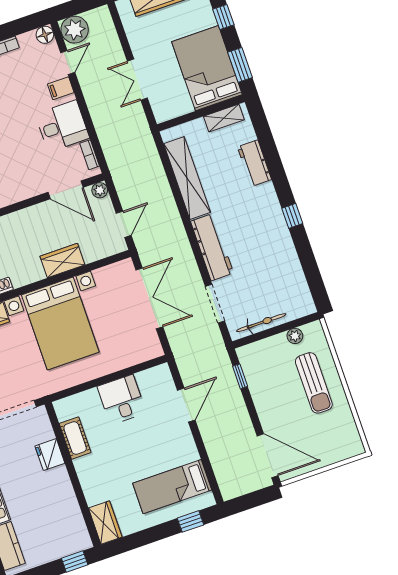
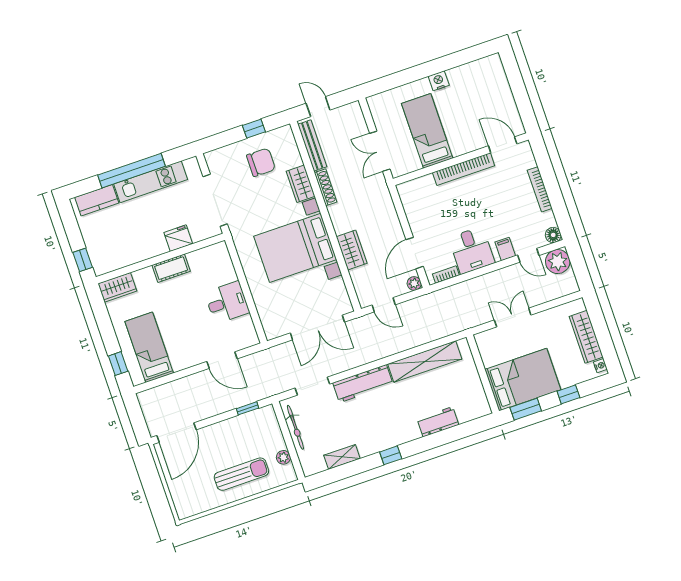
shelving: (224, 118) -> (342, 457), moved, turned 90
sun lounger: (314, 383) -> (241, 474), turned 180
cot: (75, 438) -> (171, 268), moved

